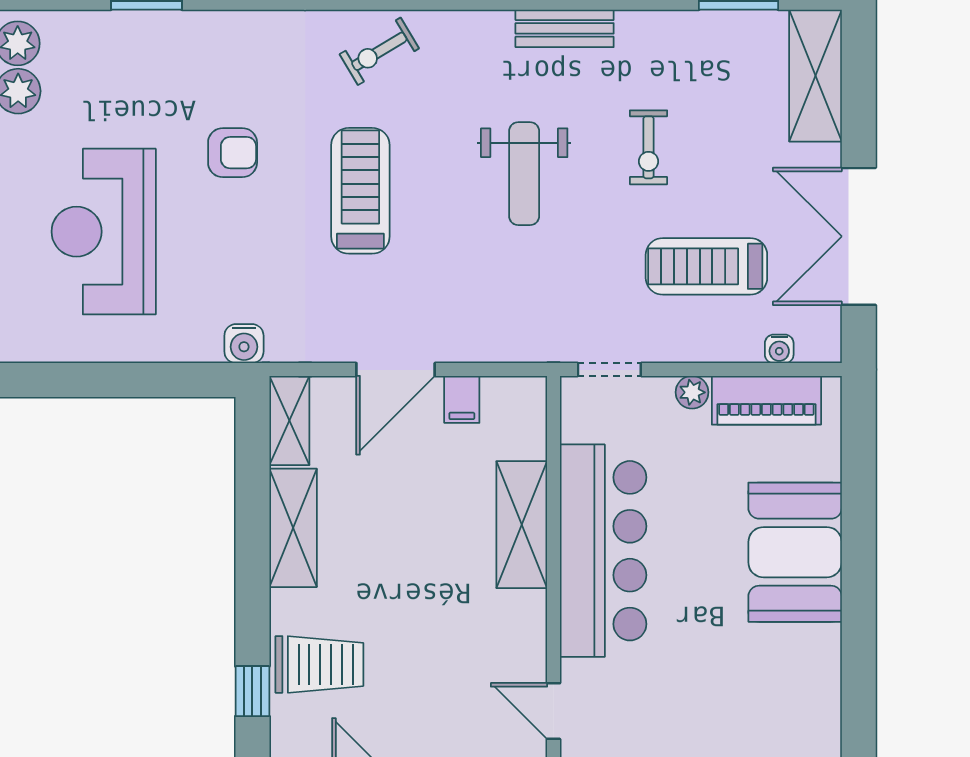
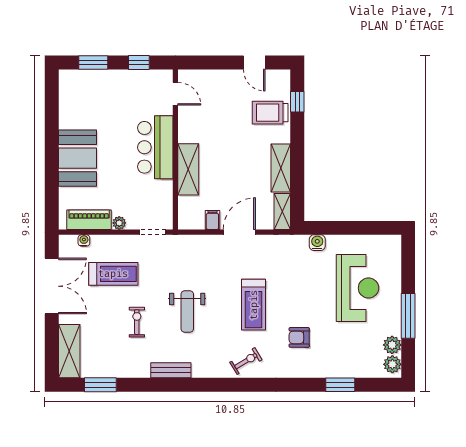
armchair: (233, 153) -> (299, 337), moved
weight bench: (524, 174) -> (187, 311), turned 180
water cooler: (244, 344) -> (317, 243), moved
bar counter: (603, 551) -> (155, 147), width x0.73

